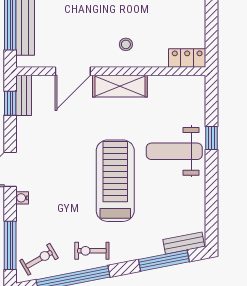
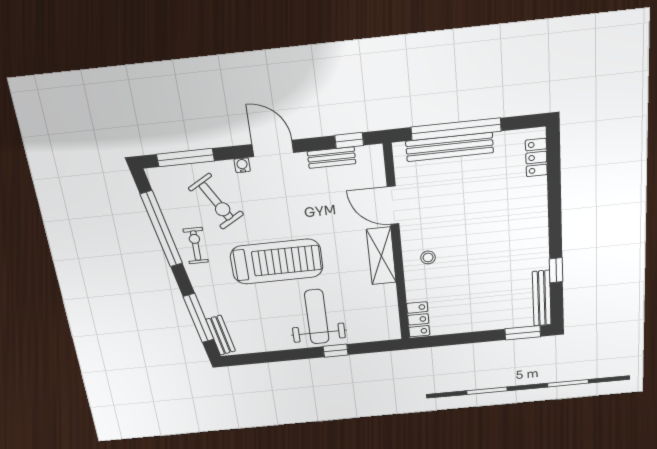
bench: (24, 95) -> (332, 158), moved
exercise bike: (39, 259) -> (216, 201), moved, width x1.38, depth x1.39

